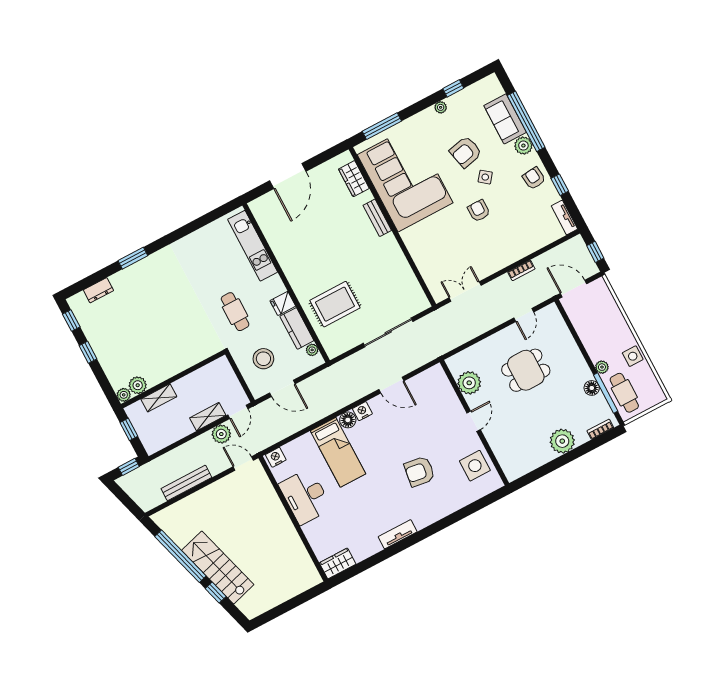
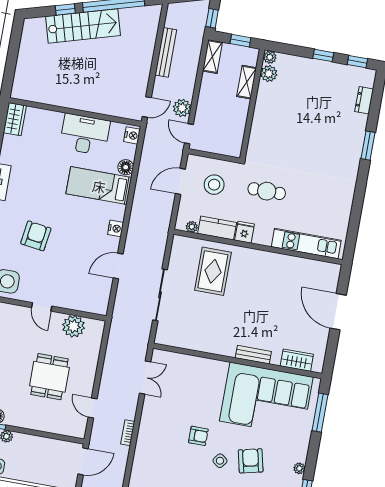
shelving: (208, 417) -> (213, 57), moved
floor lamp: (348, 420) -> (126, 167), moved

